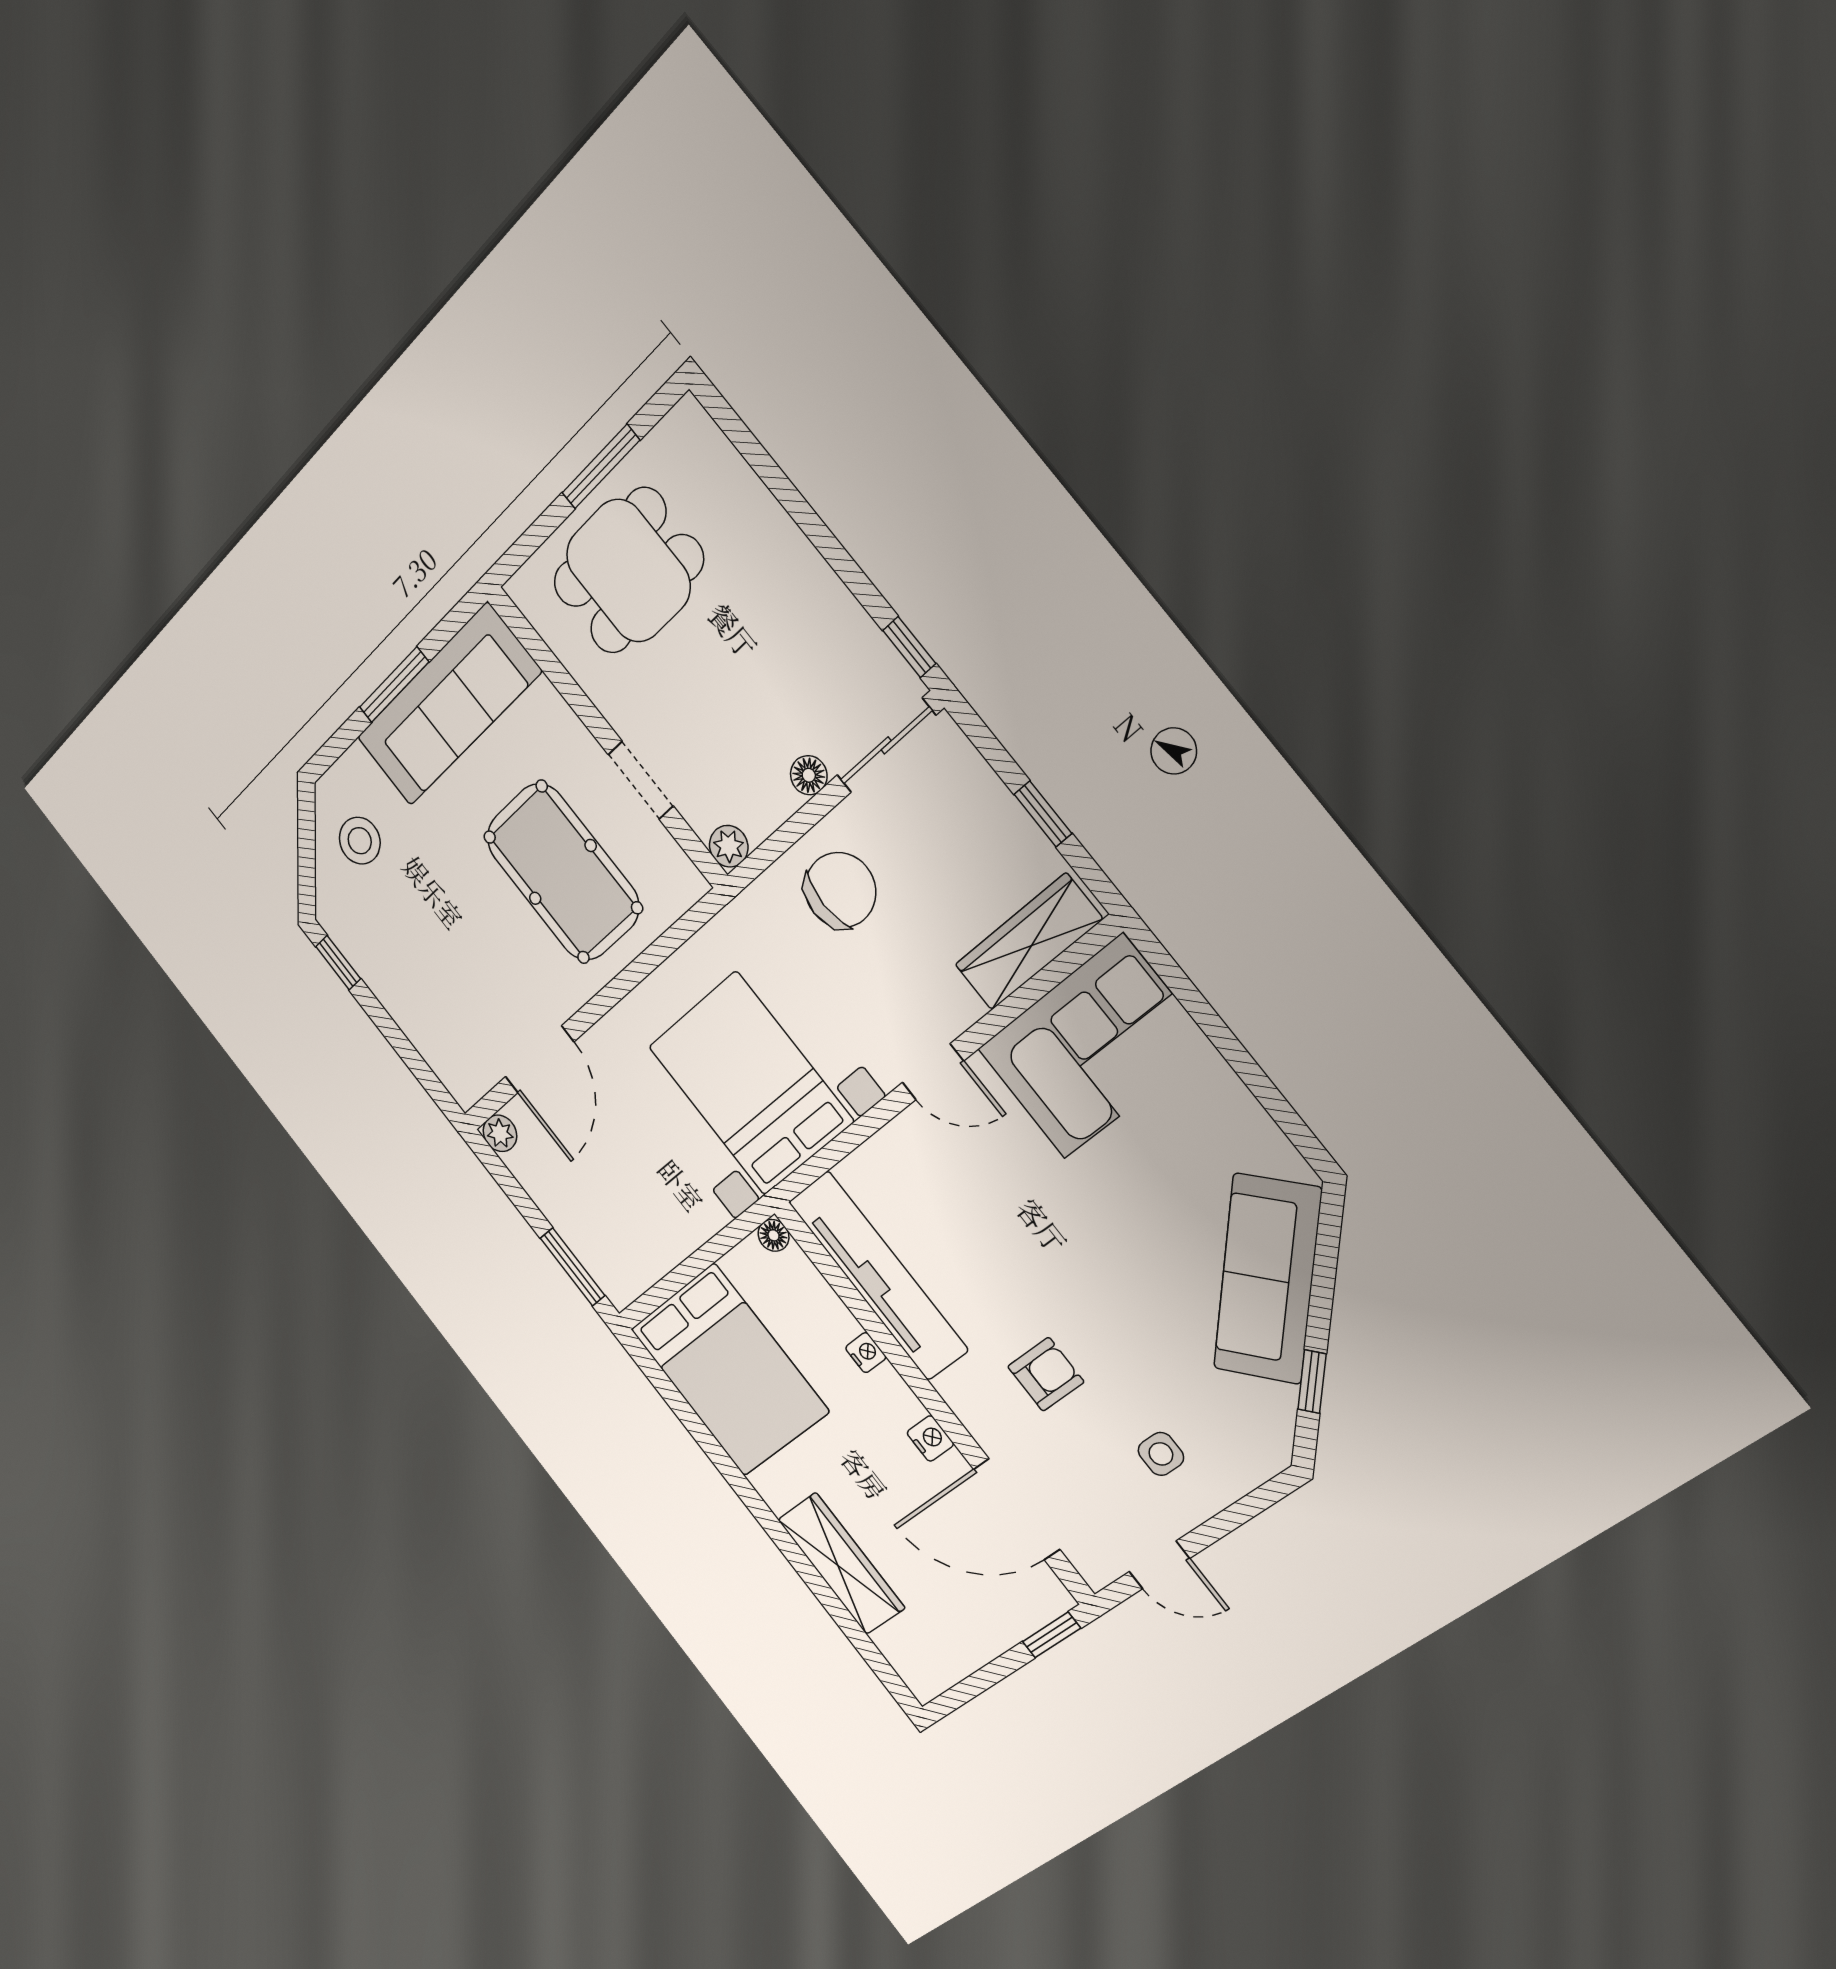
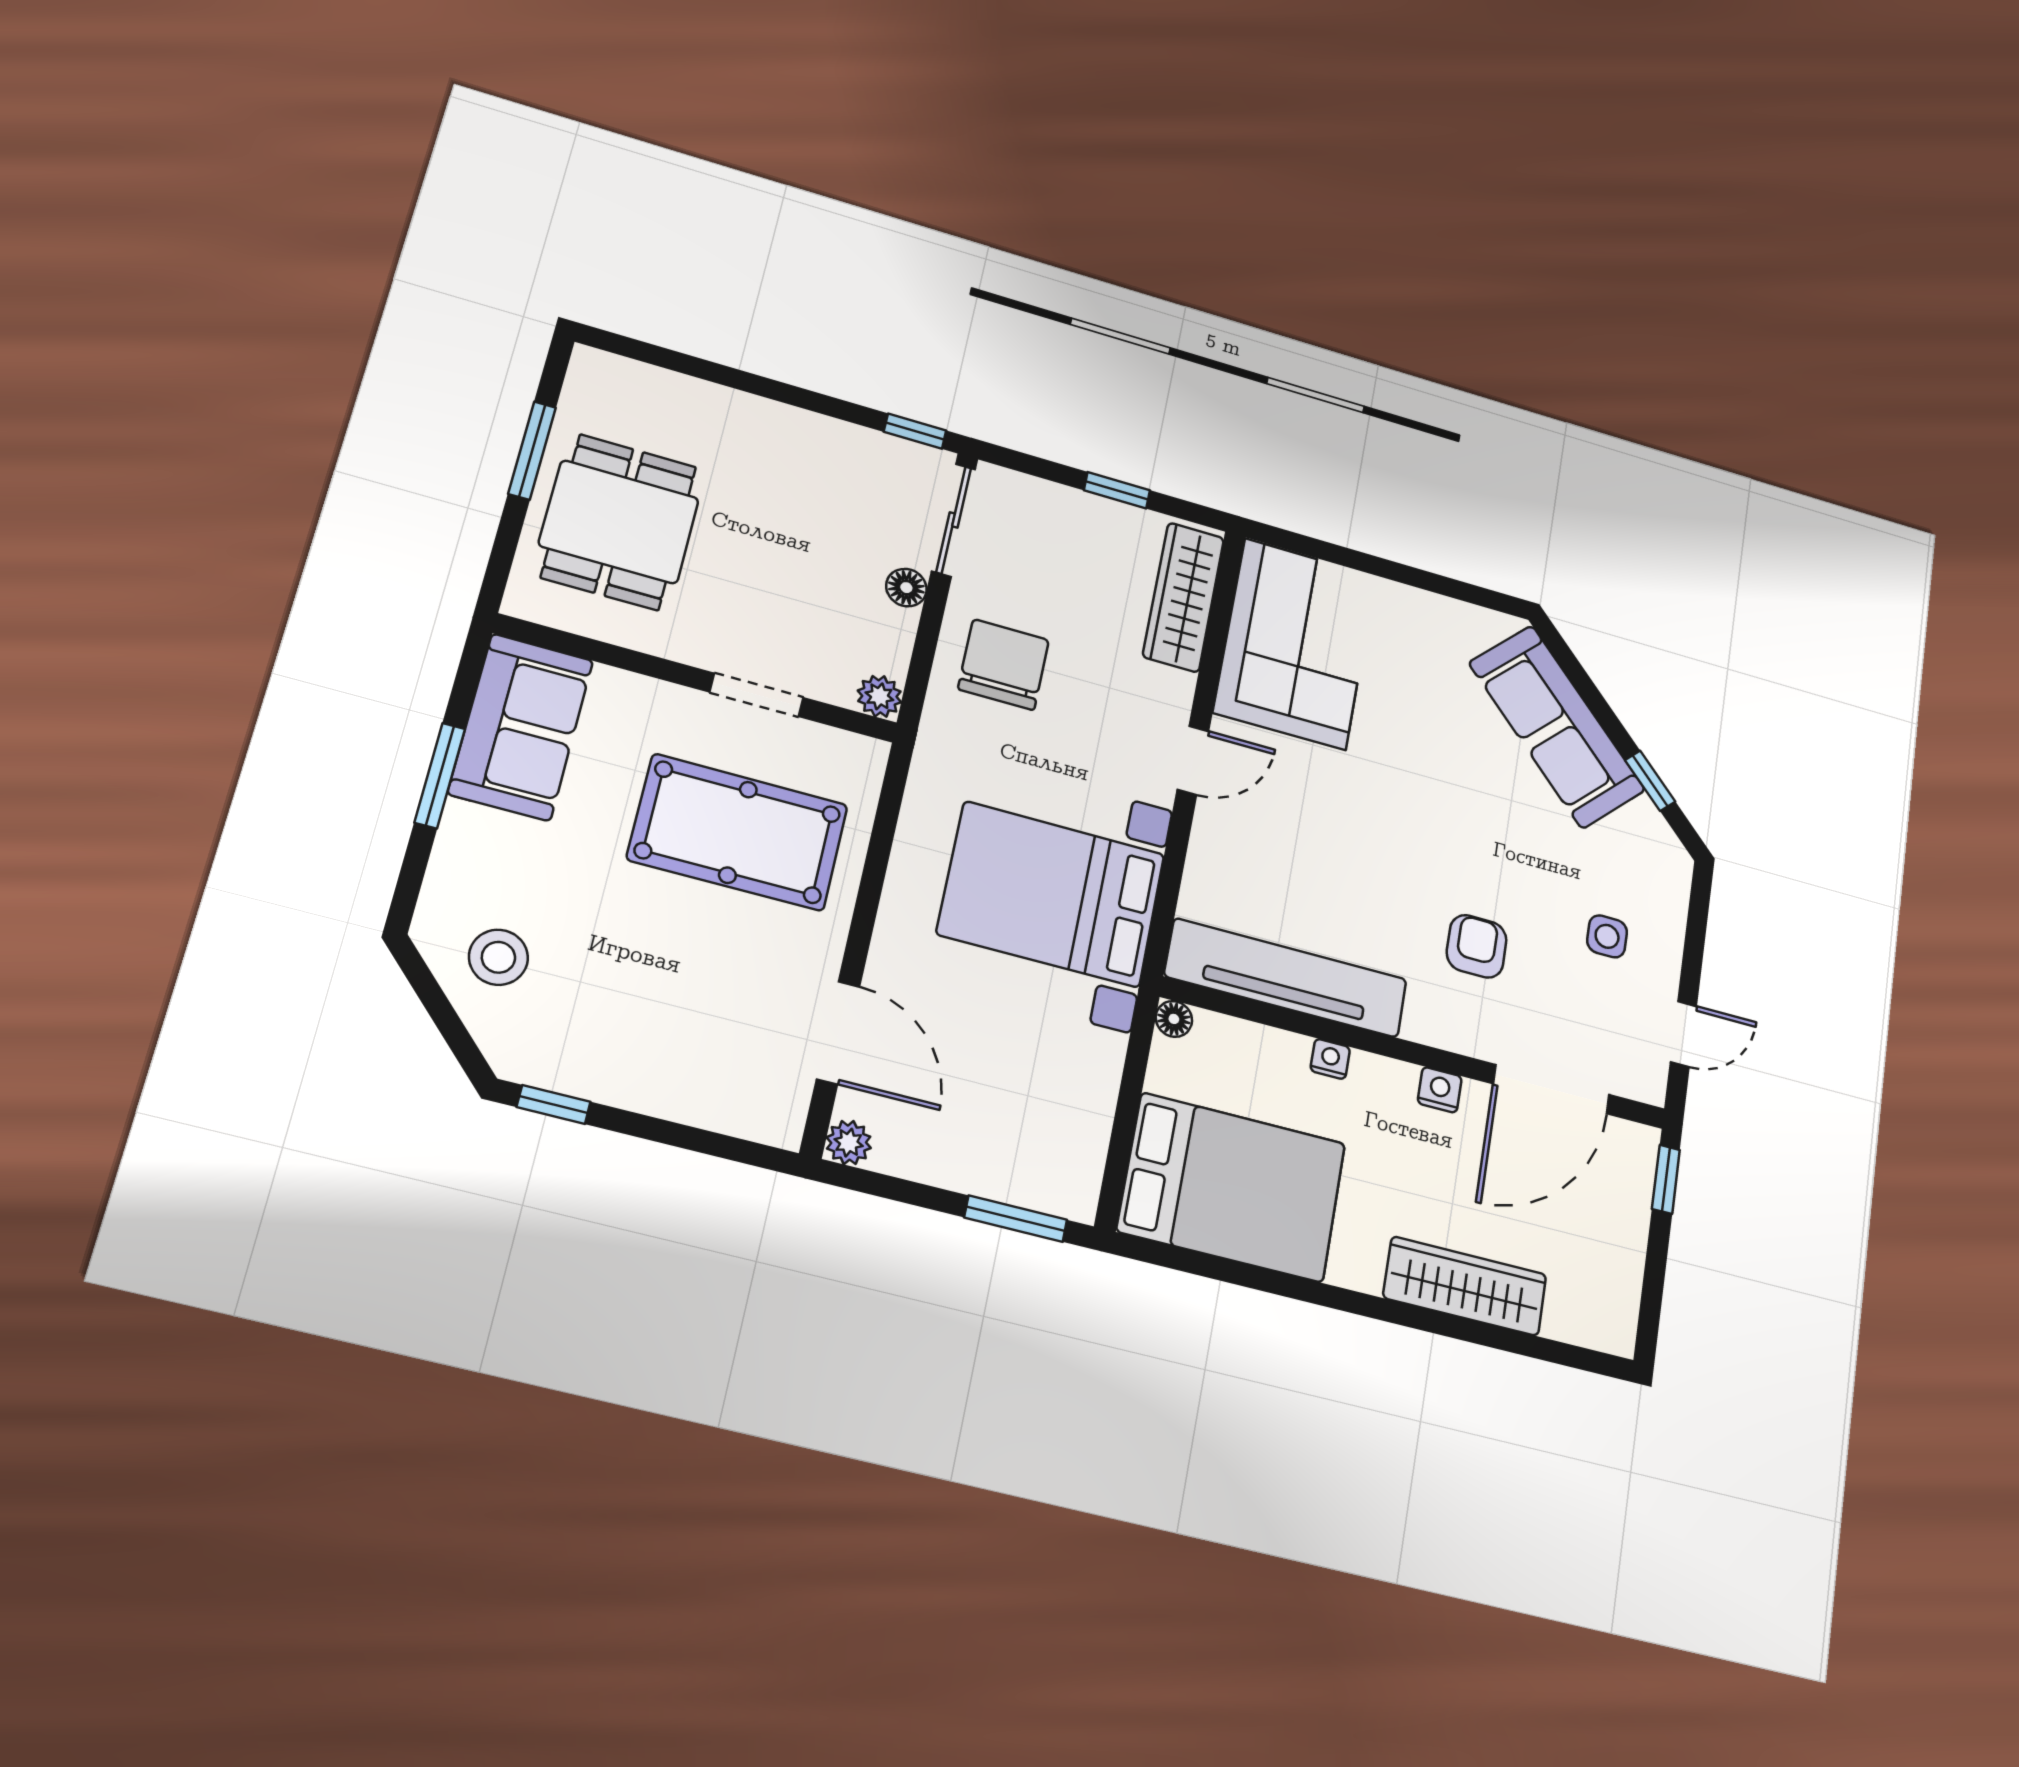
sofa: (448, 705) -> (521, 727), width x0.73

